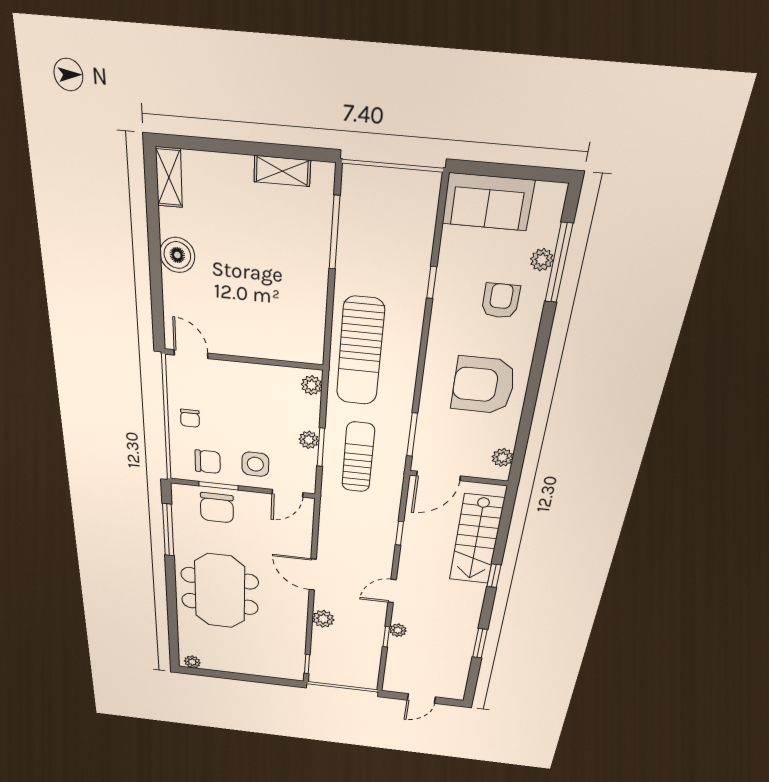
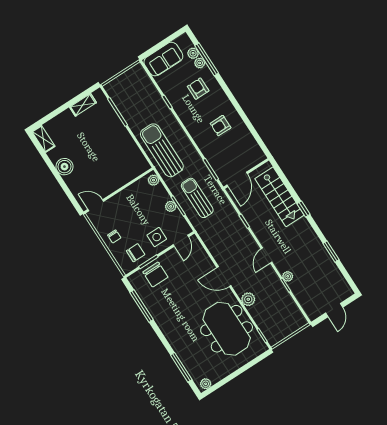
sun lounger: (360, 352) -> (162, 150), turned 180
armchair: (483, 385) -> (221, 126), width x0.53, depth x0.53
plant: (502, 457) -> (193, 53), moved
meeting table: (220, 591) -> (227, 329), moved
window: (173, 627) -> (181, 367), added

